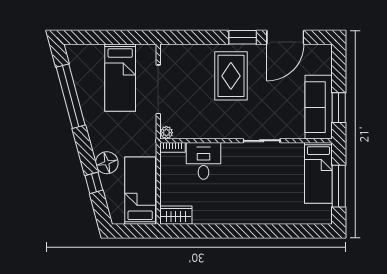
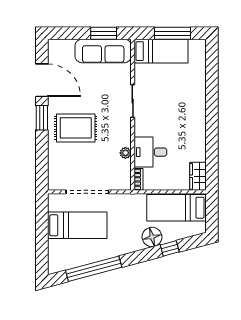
plant: (166, 133) -> (125, 153), moved

